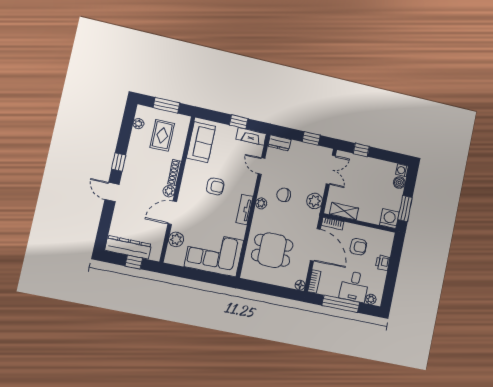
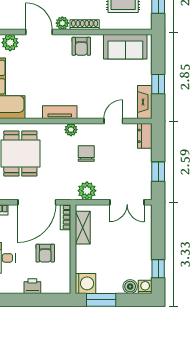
window: (361, 150) -> (158, 269), moved
armchair: (215, 186) -> (81, 46), moved

